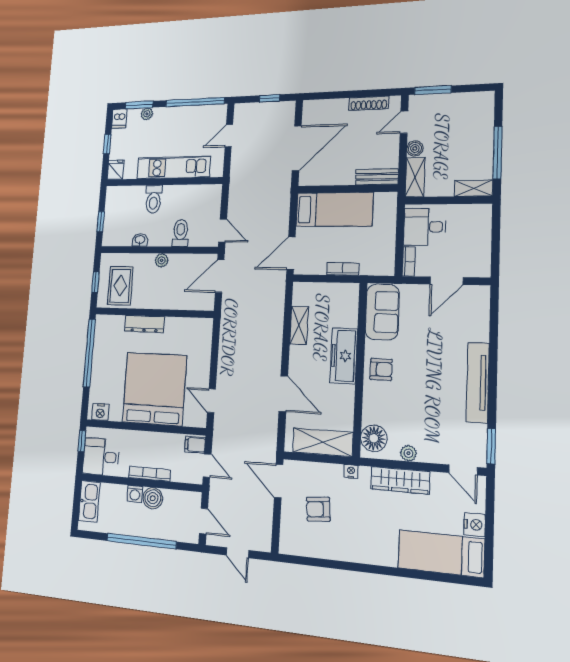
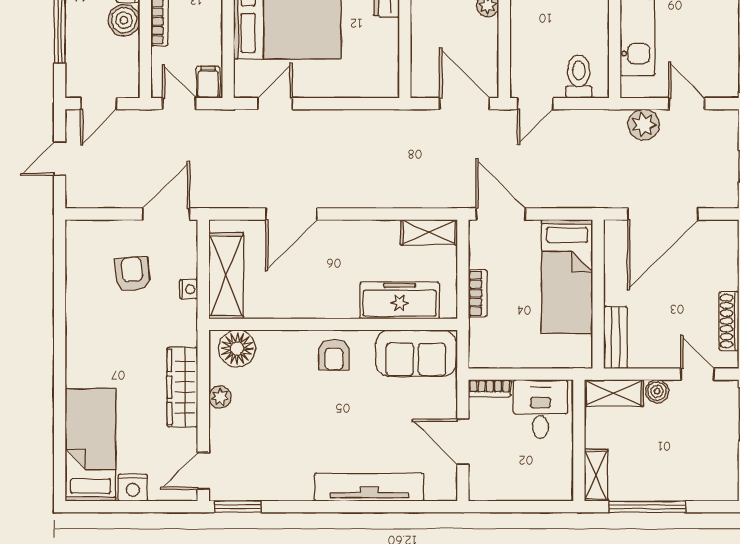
door: (297, 148) -> (663, 214), hinge flipped
plant: (240, 162) -> (644, 125), added
toilet: (181, 233) -> (579, 76), moved, turned -90
shelving: (299, 325) -> (429, 232), moved
freezer: (344, 356) -> (400, 300), moved
tv unit: (478, 382) -> (369, 487), moved
door: (207, 466) -> (179, 104), swing flipped
nightstand: (351, 471) -> (189, 289), moved

